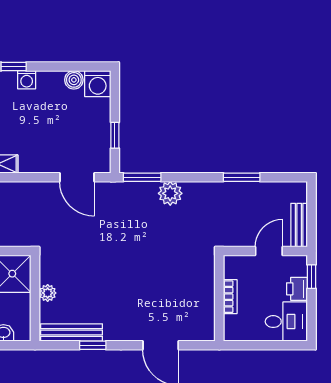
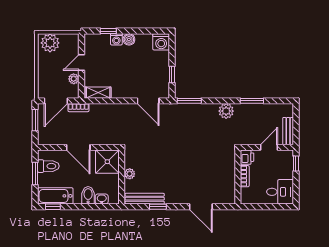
boiler: (74, 80) -> (129, 39), moved
plant: (170, 193) -> (226, 111), moved
printer: (297, 289) -> (247, 157), moved, turned 180

